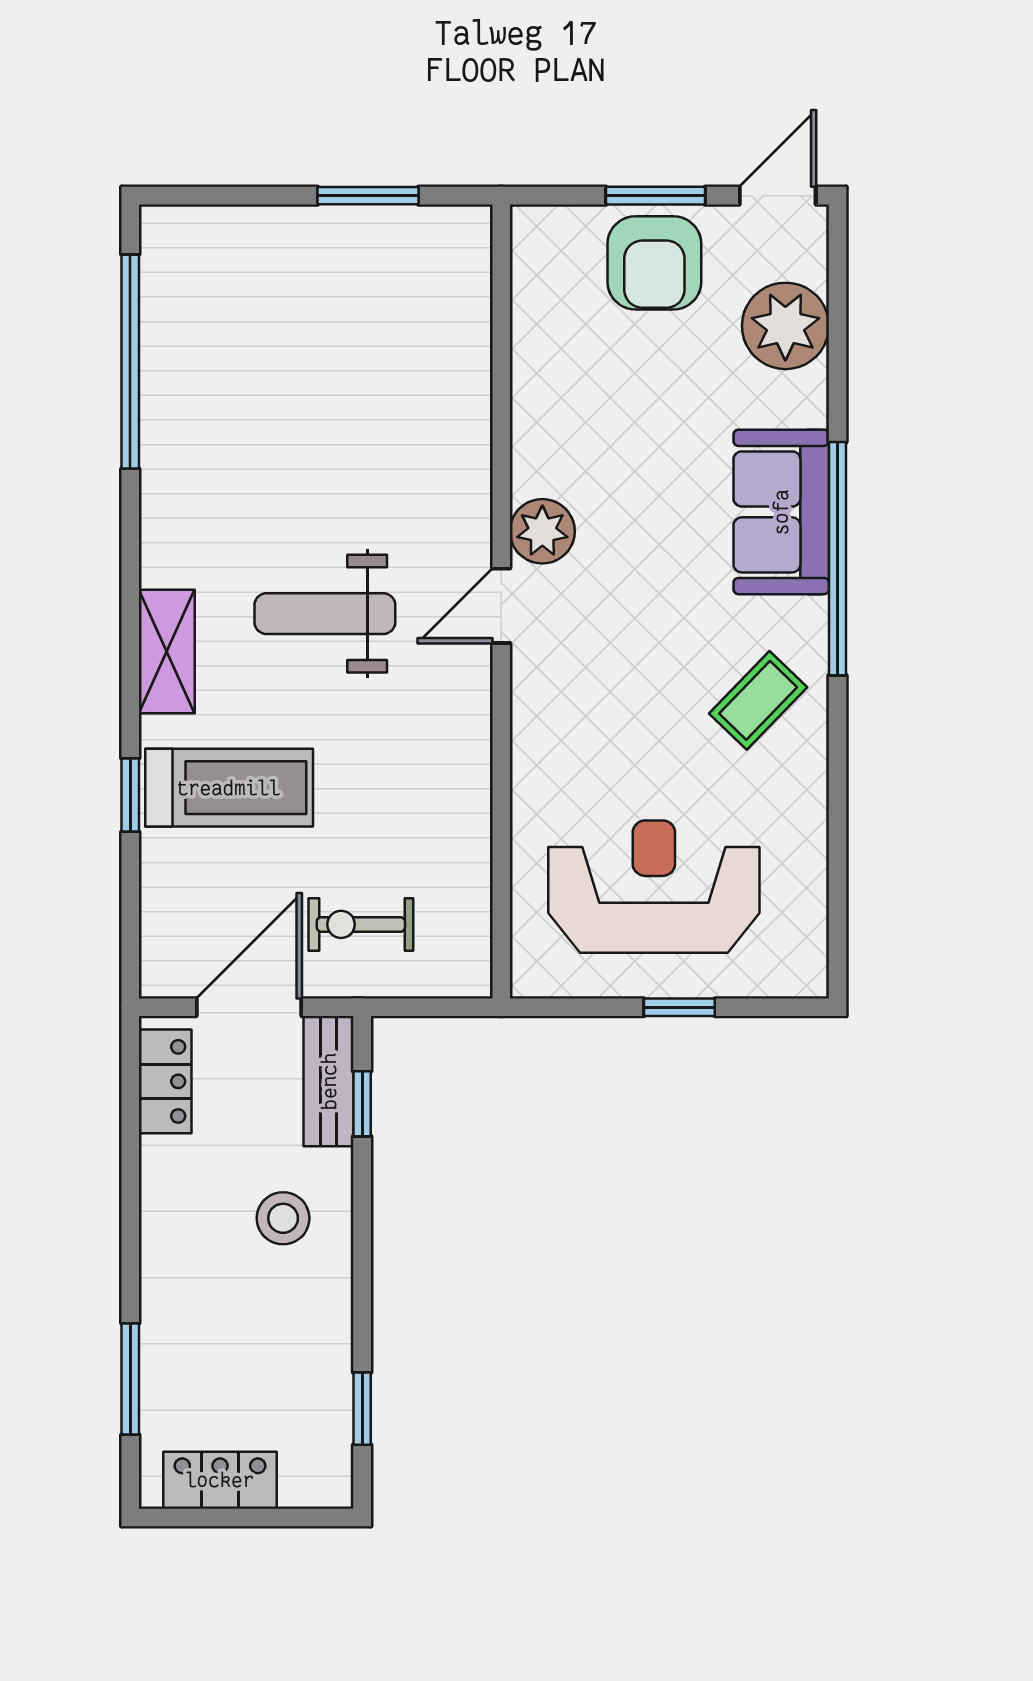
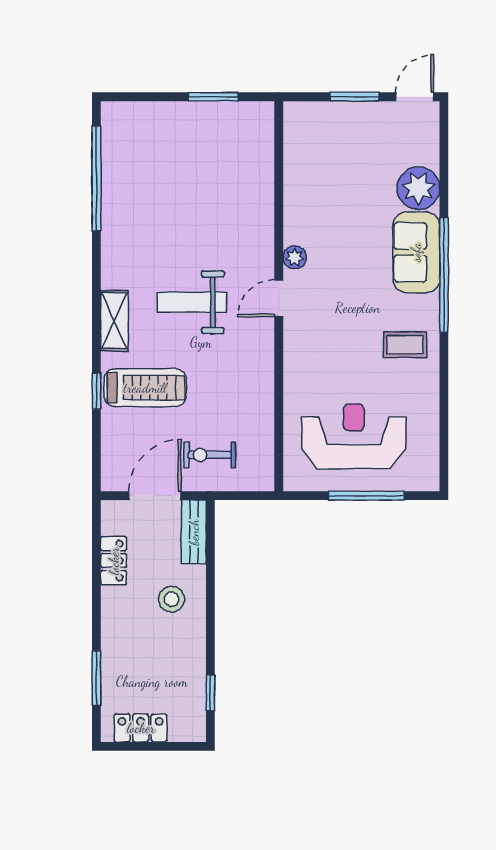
armchair: (654, 263) -> (354, 130), removed
plant: (785, 326) -> (418, 188), moved
plant: (542, 531) -> (295, 257), width x0.73, depth x0.73
coffee table: (758, 700) -> (405, 345), turned 46
window: (679, 1007) -> (366, 496), width x2.17
locker: (165, 1081) -> (114, 561), moved
window: (362, 1104) -> (210, 543), removed

